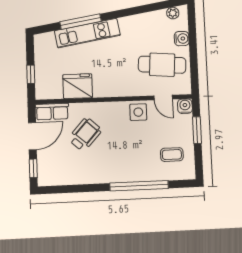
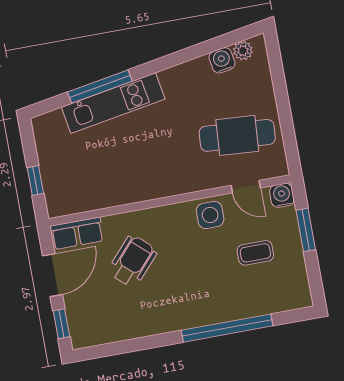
water cooler: (182, 39) -> (222, 60), moved, turned -100
fridge: (78, 86) -> (110, 188), removed
coffee table: (172, 155) -> (255, 253), moved

